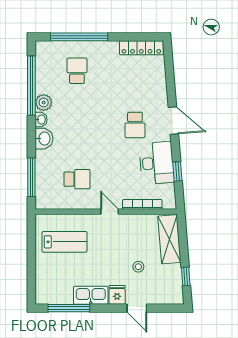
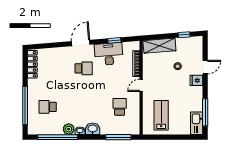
kitchen sink: (91, 295) -> (197, 123), moved

